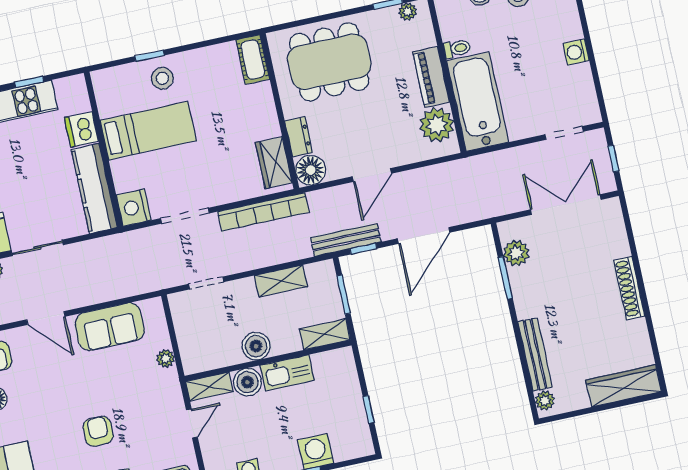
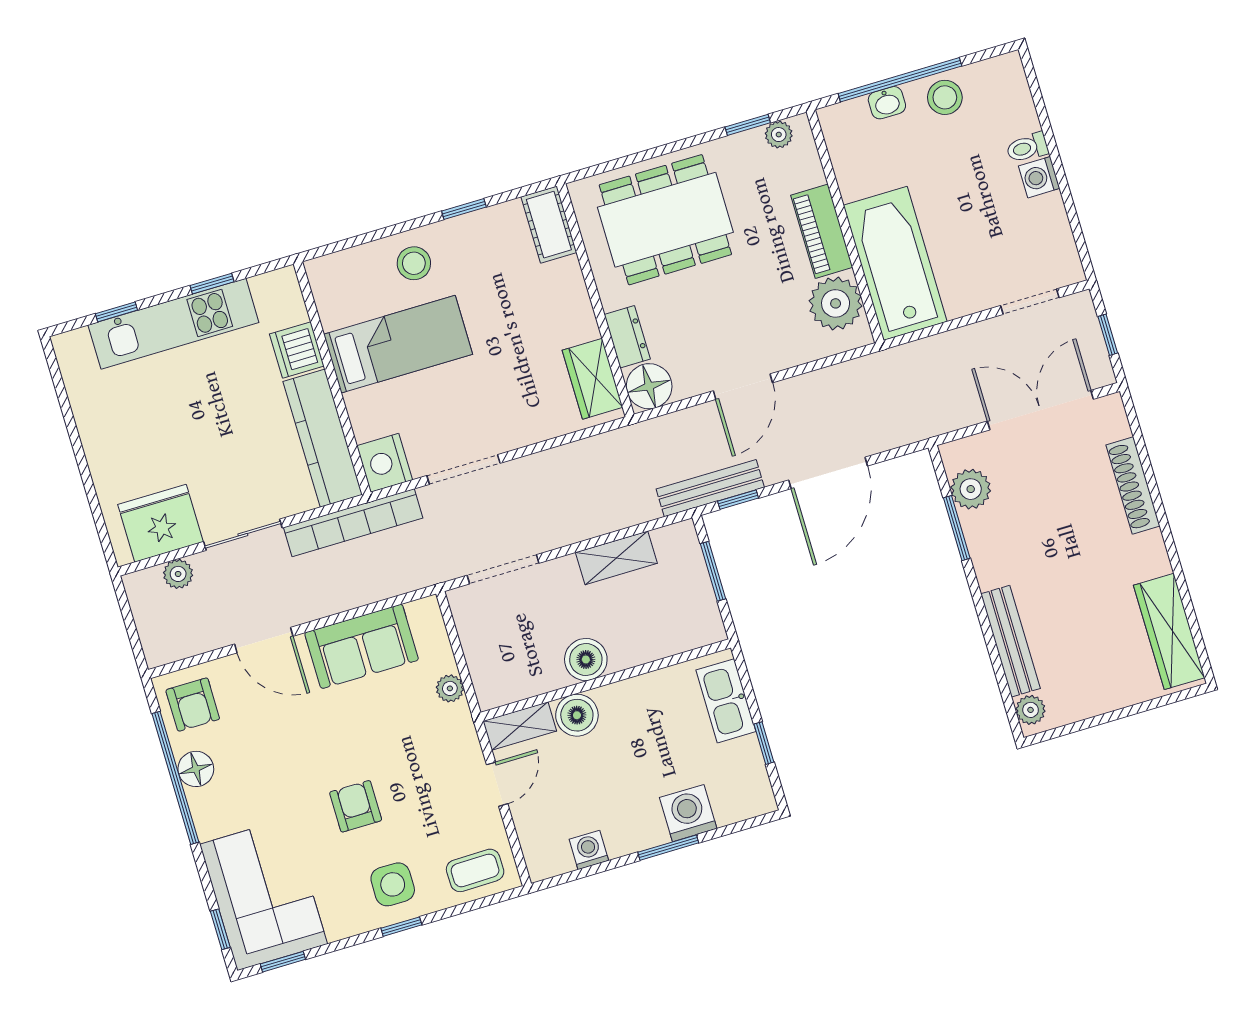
toilet: (457, 48) -> (1027, 148), moved, turned 180
window: (150, 56) -> (464, 209), moved
bookcase: (263, 212) -> (353, 523), moved
doorway: (206, 283) -> (503, 569), width x1.38
shoe rack: (629, 288) -> (1133, 485), moved
shelving: (325, 334) -> (689, 634), removed
kitchen sink: (287, 373) -> (726, 701), moved, turned 90
wardrobe: (624, 386) -> (1169, 631), moved, turned -90

